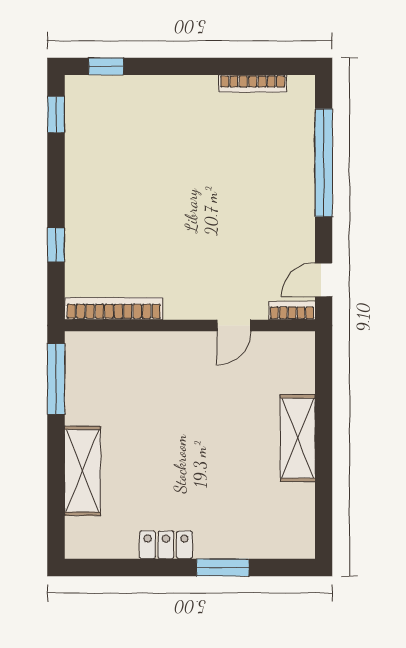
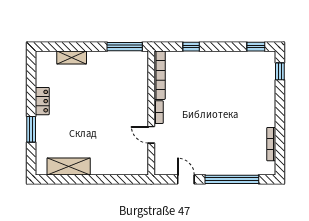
door: (324, 280) -> (186, 179), moved
bookcase: (292, 311) -> (159, 112), moved
shelving: (298, 438) -> (69, 167), moved
shelving: (82, 471) -> (72, 57), width x0.67, depth x0.75

